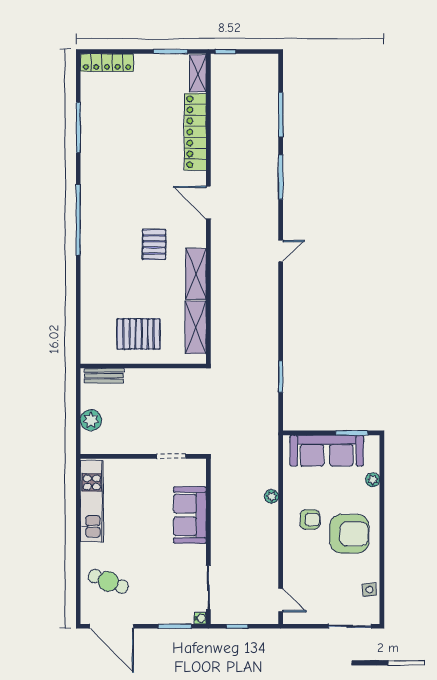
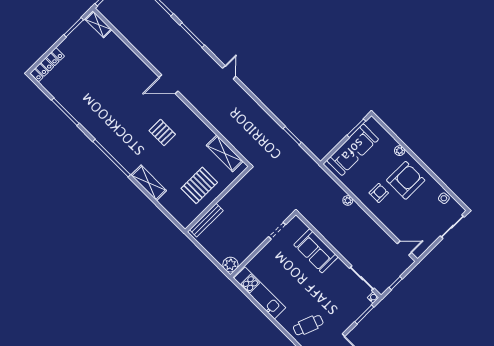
locker: (195, 132) -> (126, 55), removed
shelving: (196, 274) -> (149, 183), moved
bench: (104, 376) -> (206, 220), width x1.36
plant: (91, 420) -> (230, 265), moved
plant: (373, 480) -> (400, 151), moved

